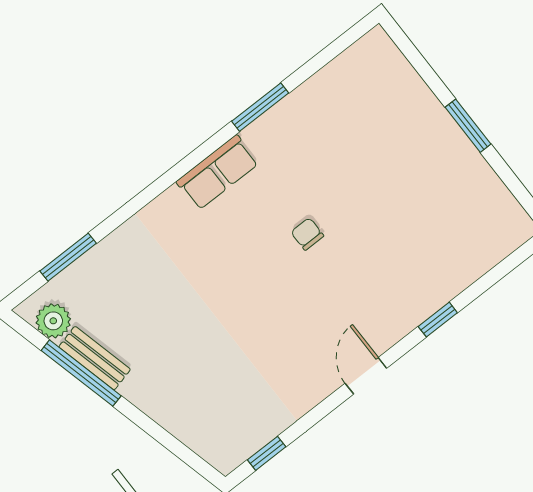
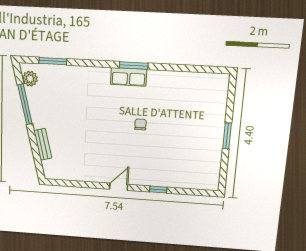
window: (260, 107) -> (134, 65), moved
bench: (95, 358) -> (43, 144), moved
window: (267, 453) -> (65, 183), removed

